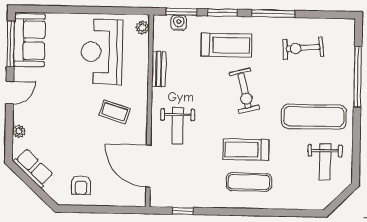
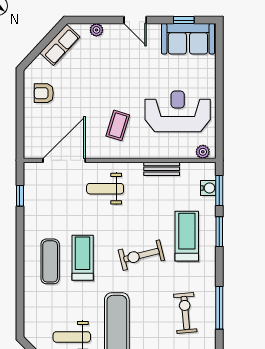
window: (273, 14) -> (219, 308), moved
window: (11, 44) -> (184, 20), width x0.46
treadmill: (226, 45) -> (187, 236), turned 180

